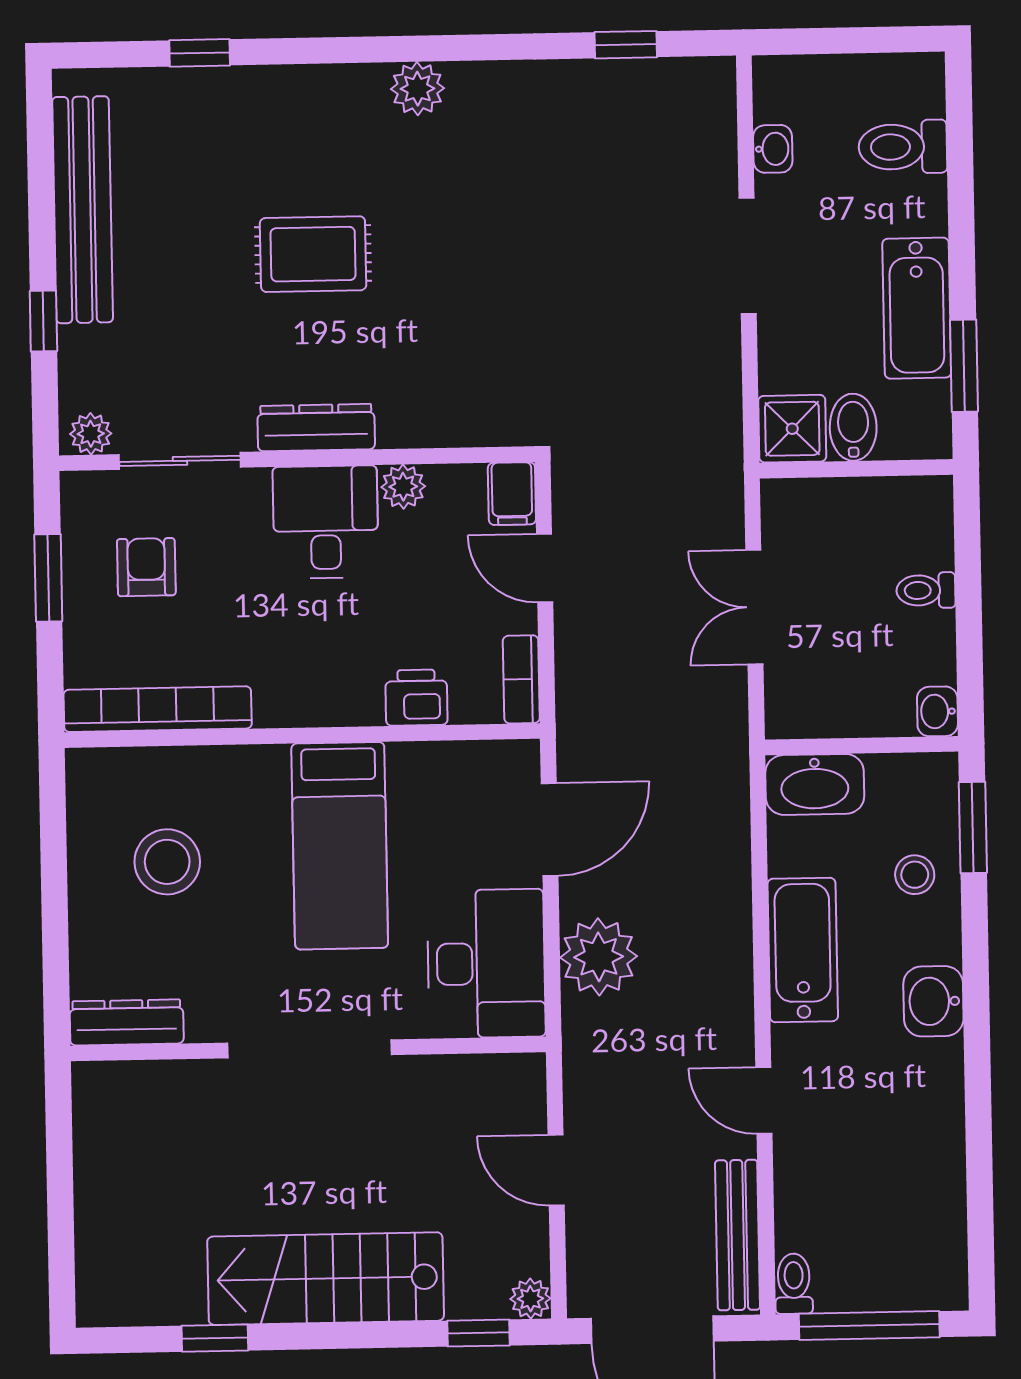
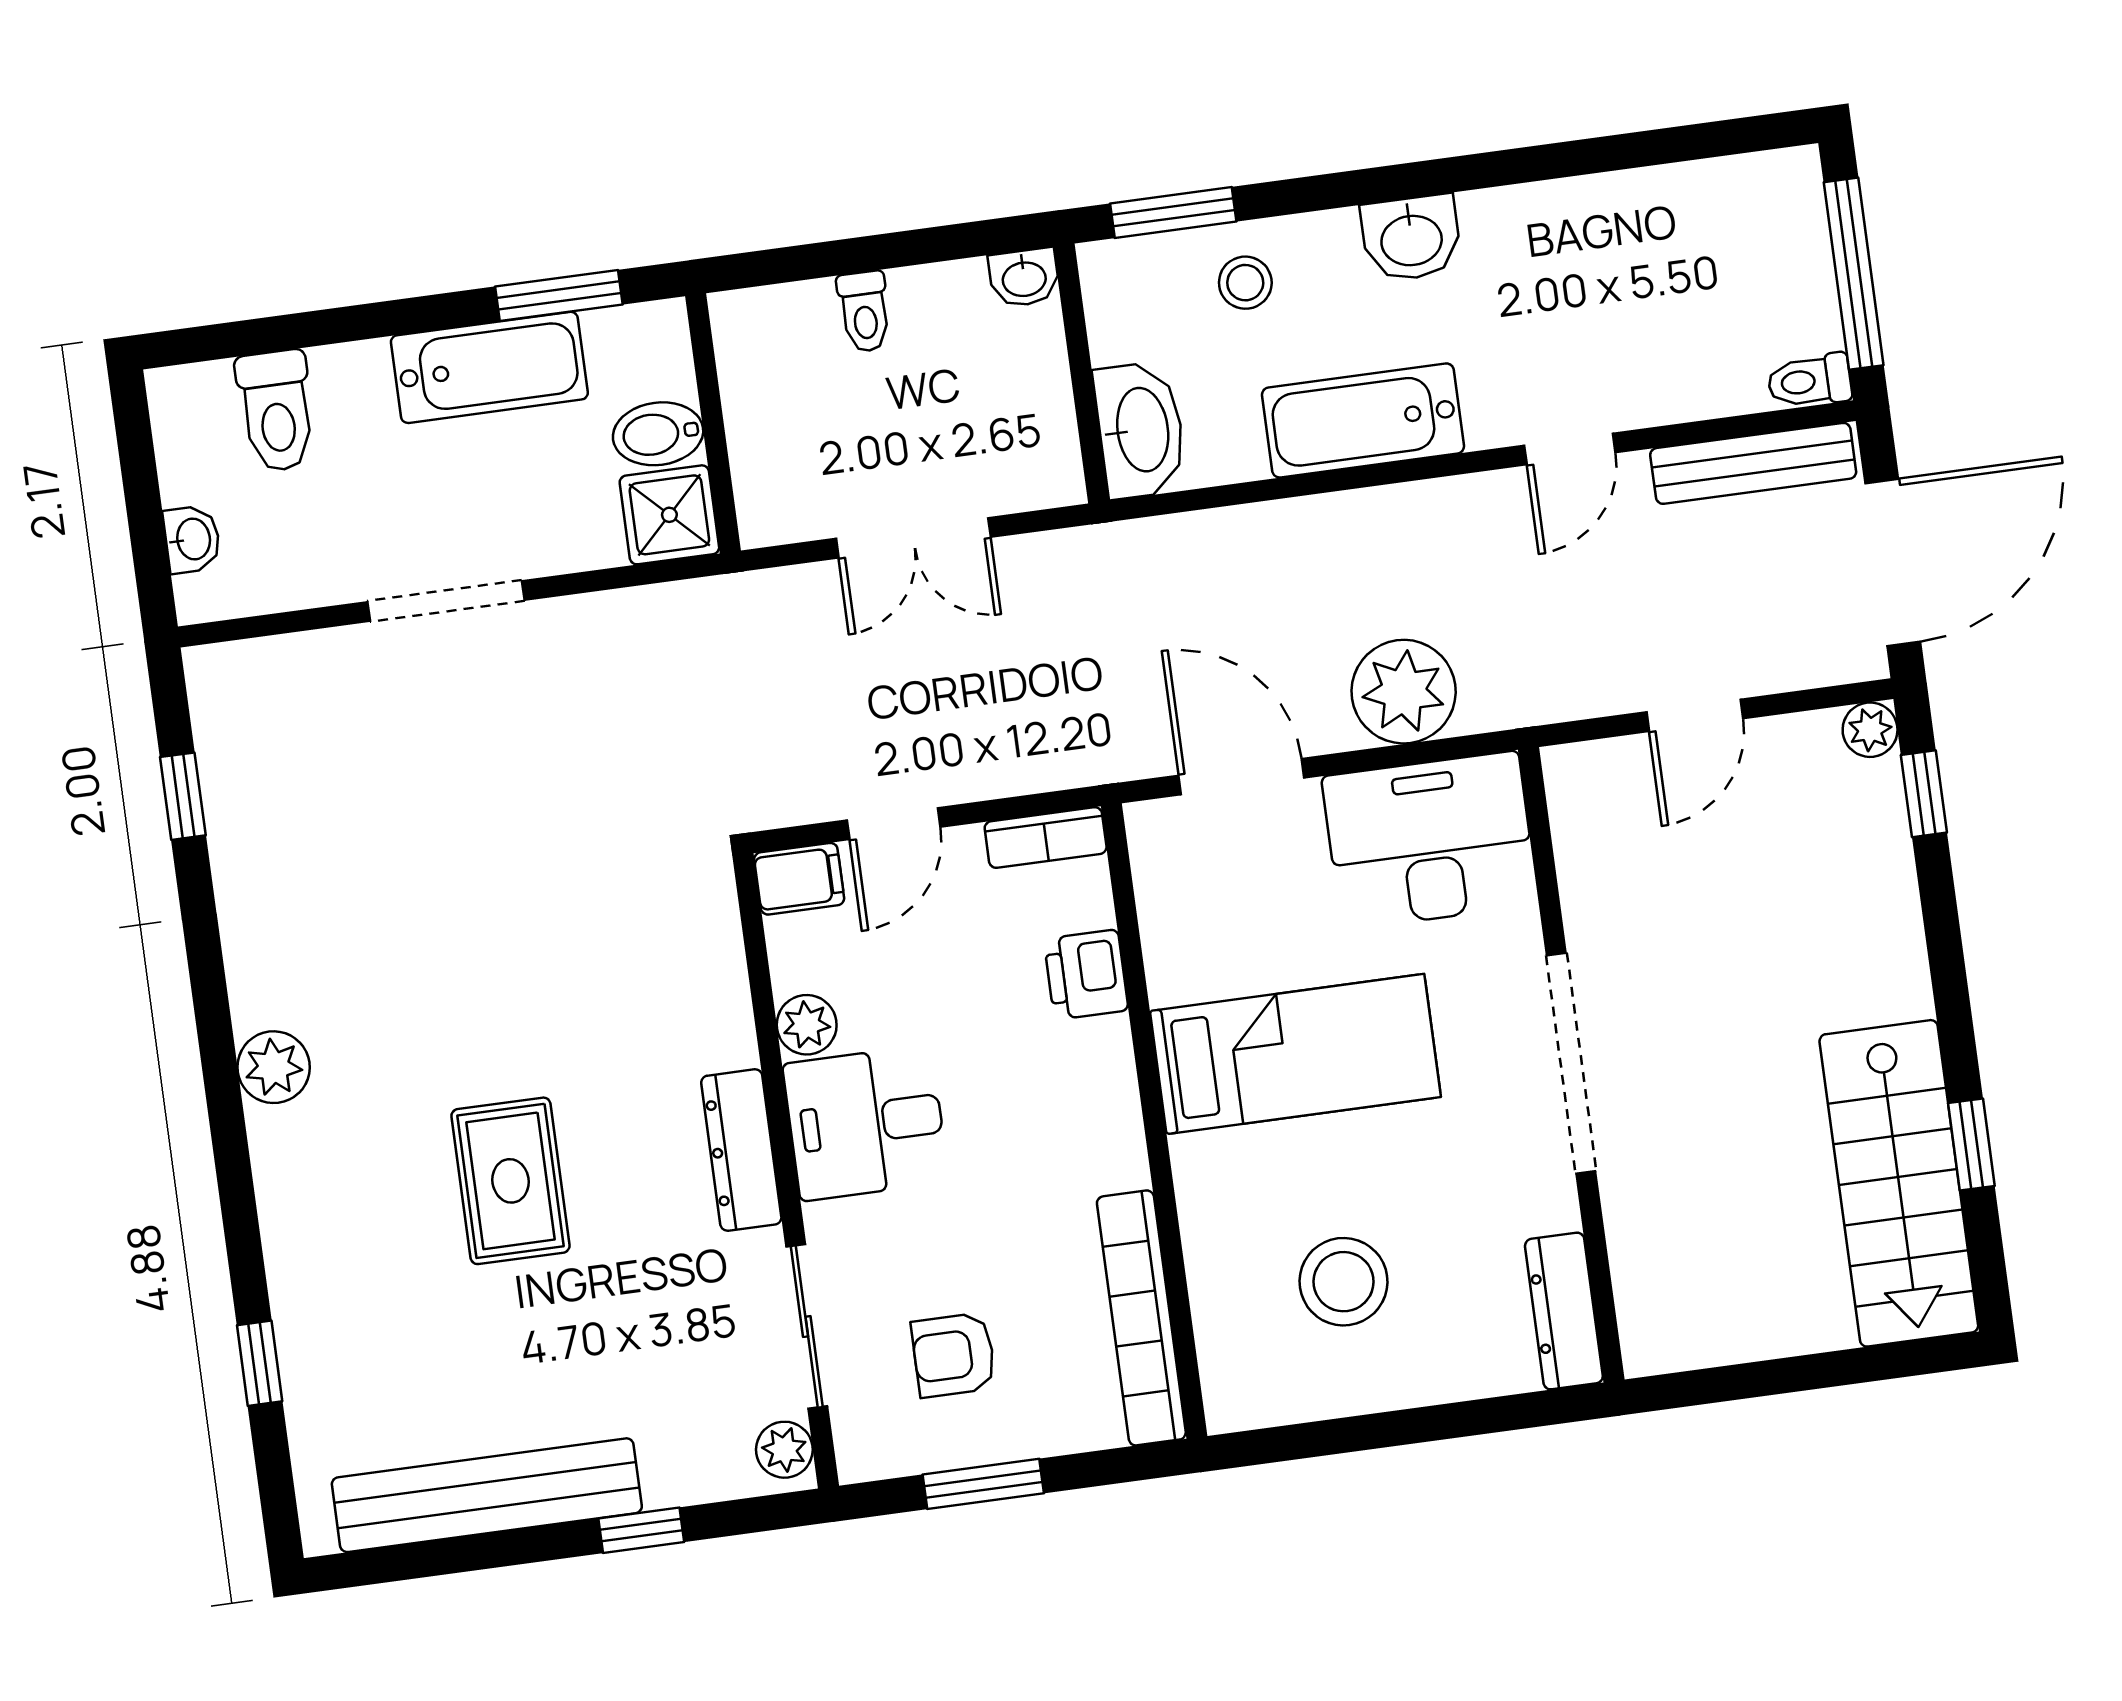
washbasin: (773, 149) -> (192, 539), moved, turned 90
stairs: (326, 1279) -> (1899, 1183), moved

